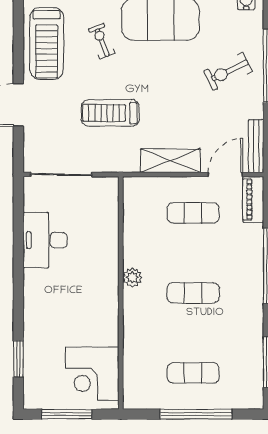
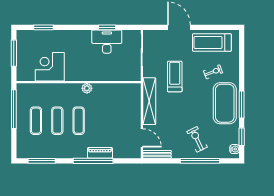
shelving: (170, 161) -> (149, 101), width x1.47
piano: (253, 200) -> (100, 153), moved
exercise mat: (193, 213) -> (57, 121), moved
window: (18, 240) -> (107, 27), added
corner desk: (92, 374) -> (50, 67), moved
window: (196, 414) -> (14, 109), moved

